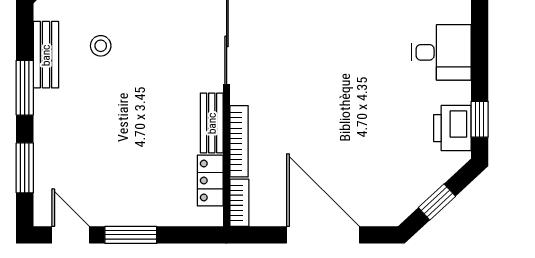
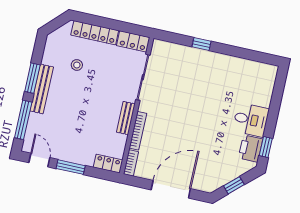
desk: (441, 52) -> (251, 120), moved
bench: (46, 55) -> (42, 89), moved, width x1.36
window: (25, 168) -> (23, 120), width x1.44
locker: (210, 181) -> (108, 164), moved, turned 90
door: (323, 235) -> (171, 189), hinge flipped

